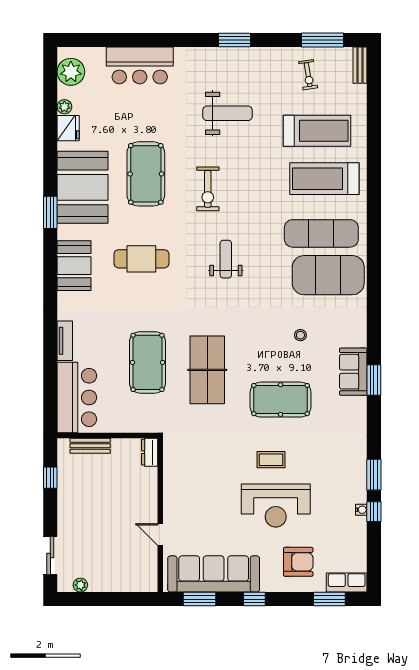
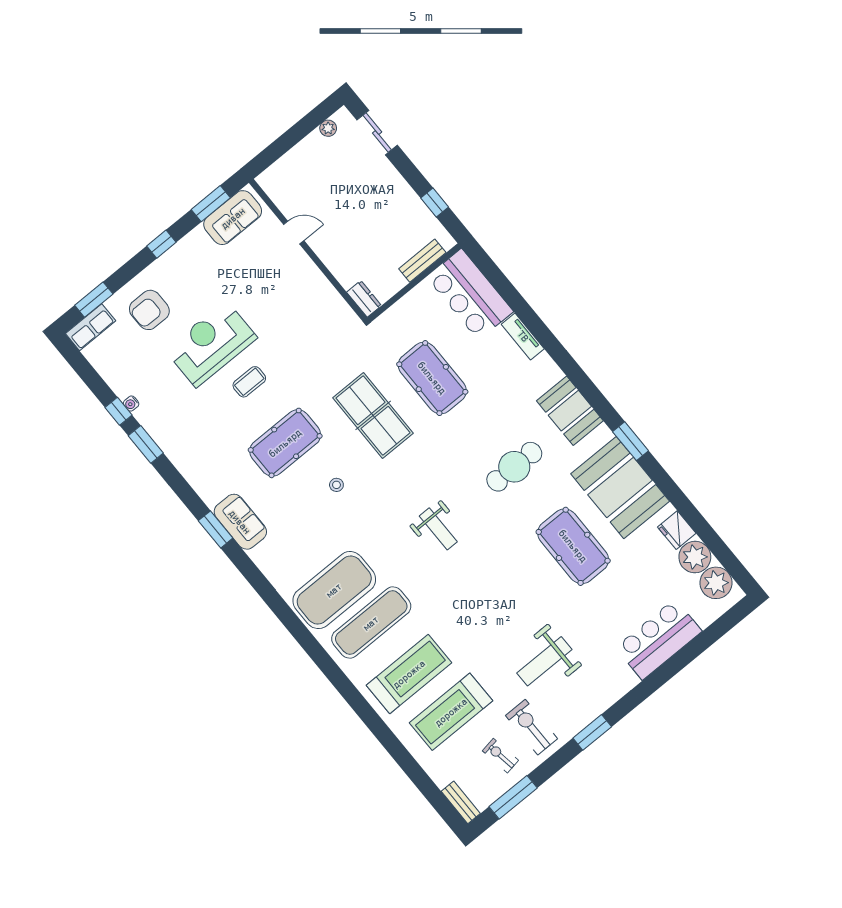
plant: (64, 107) -> (695, 557), width x1.88, depth x1.88
exercise bike: (208, 189) -> (532, 727), moved
stool: (300, 335) -> (336, 485), moved
sofa: (214, 574) -> (233, 218), width x0.54, depth x0.79

